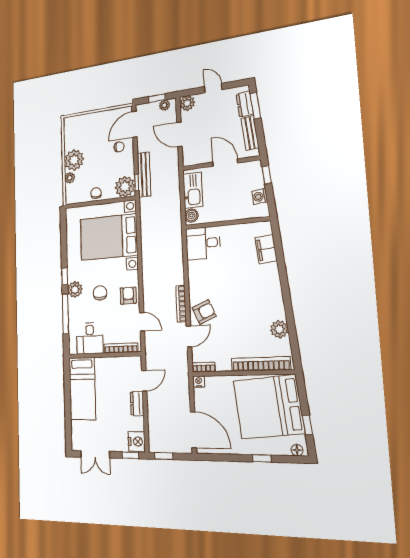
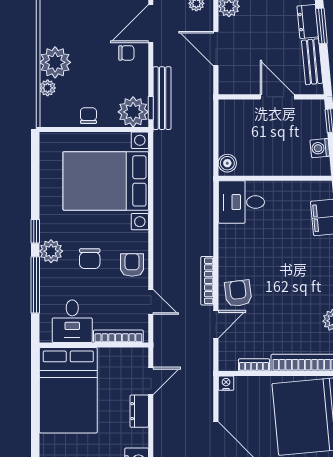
kitchen sink: (193, 190) -> (231, 129), removed
chair: (100, 293) -> (90, 259), turned 180
armchair: (204, 312) -> (238, 293), turned -74
bookcase: (204, 367) -> (254, 365), moved
bed: (82, 389) -> (68, 390), width x1.50

